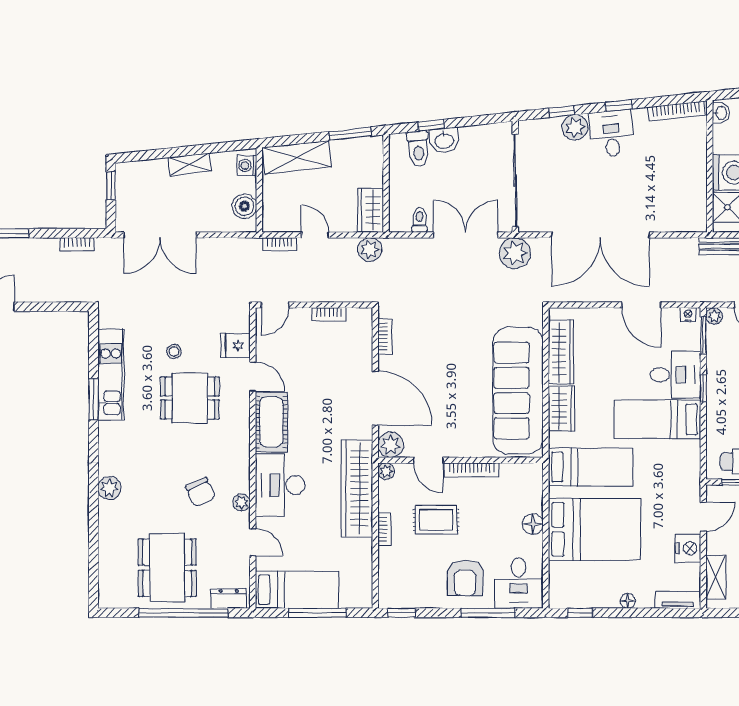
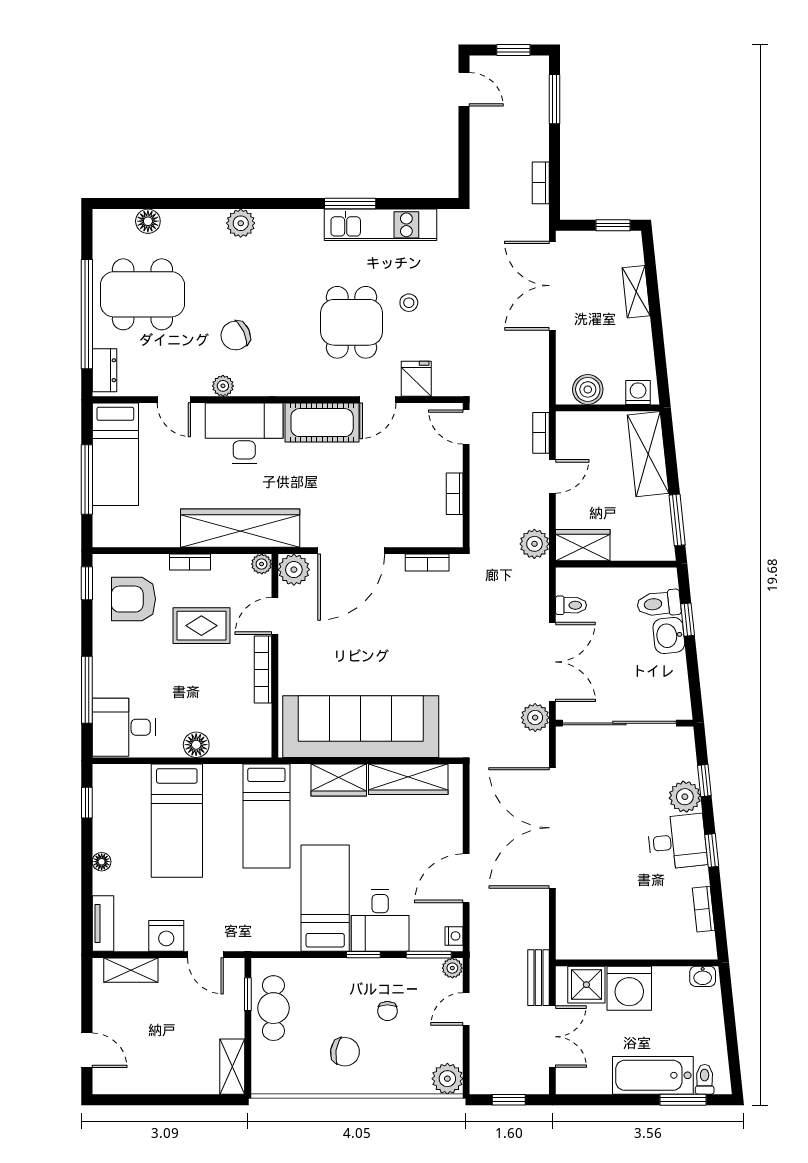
bookcase: (676, 111) -> (704, 909), width x0.64
shelving: (190, 164) -> (636, 292), moved
plant: (515, 253) -> (535, 718), width x0.73, depth x0.73
rug: (436, 520) -> (201, 626), turned 90
bed: (594, 529) -> (177, 821), width x0.67
door: (253, 542) -> (174, 400), hinge flipped
floor lamp: (108, 563) -> (148, 221), added
armchair: (465, 578) -> (133, 599), moved

